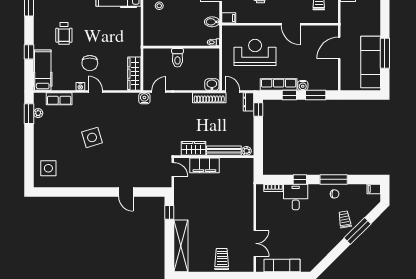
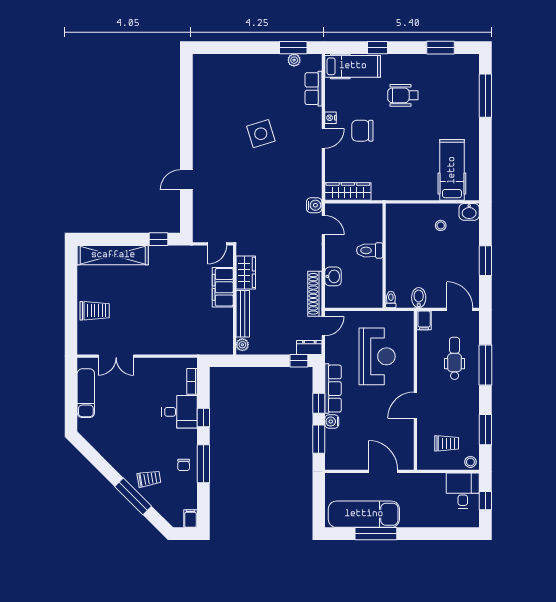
washbasin: (212, 85) -> (333, 276), moved
side table: (48, 168) -> (219, 74), removed

